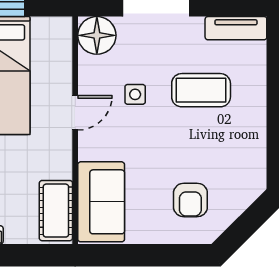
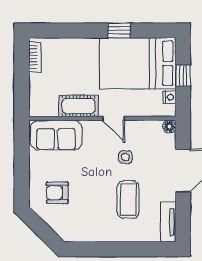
nightstand: (42, 26) -> (170, 97), added
floor lamp: (97, 35) -> (169, 127), width x0.53, depth x0.53
cot: (56, 211) -> (79, 106), moved

